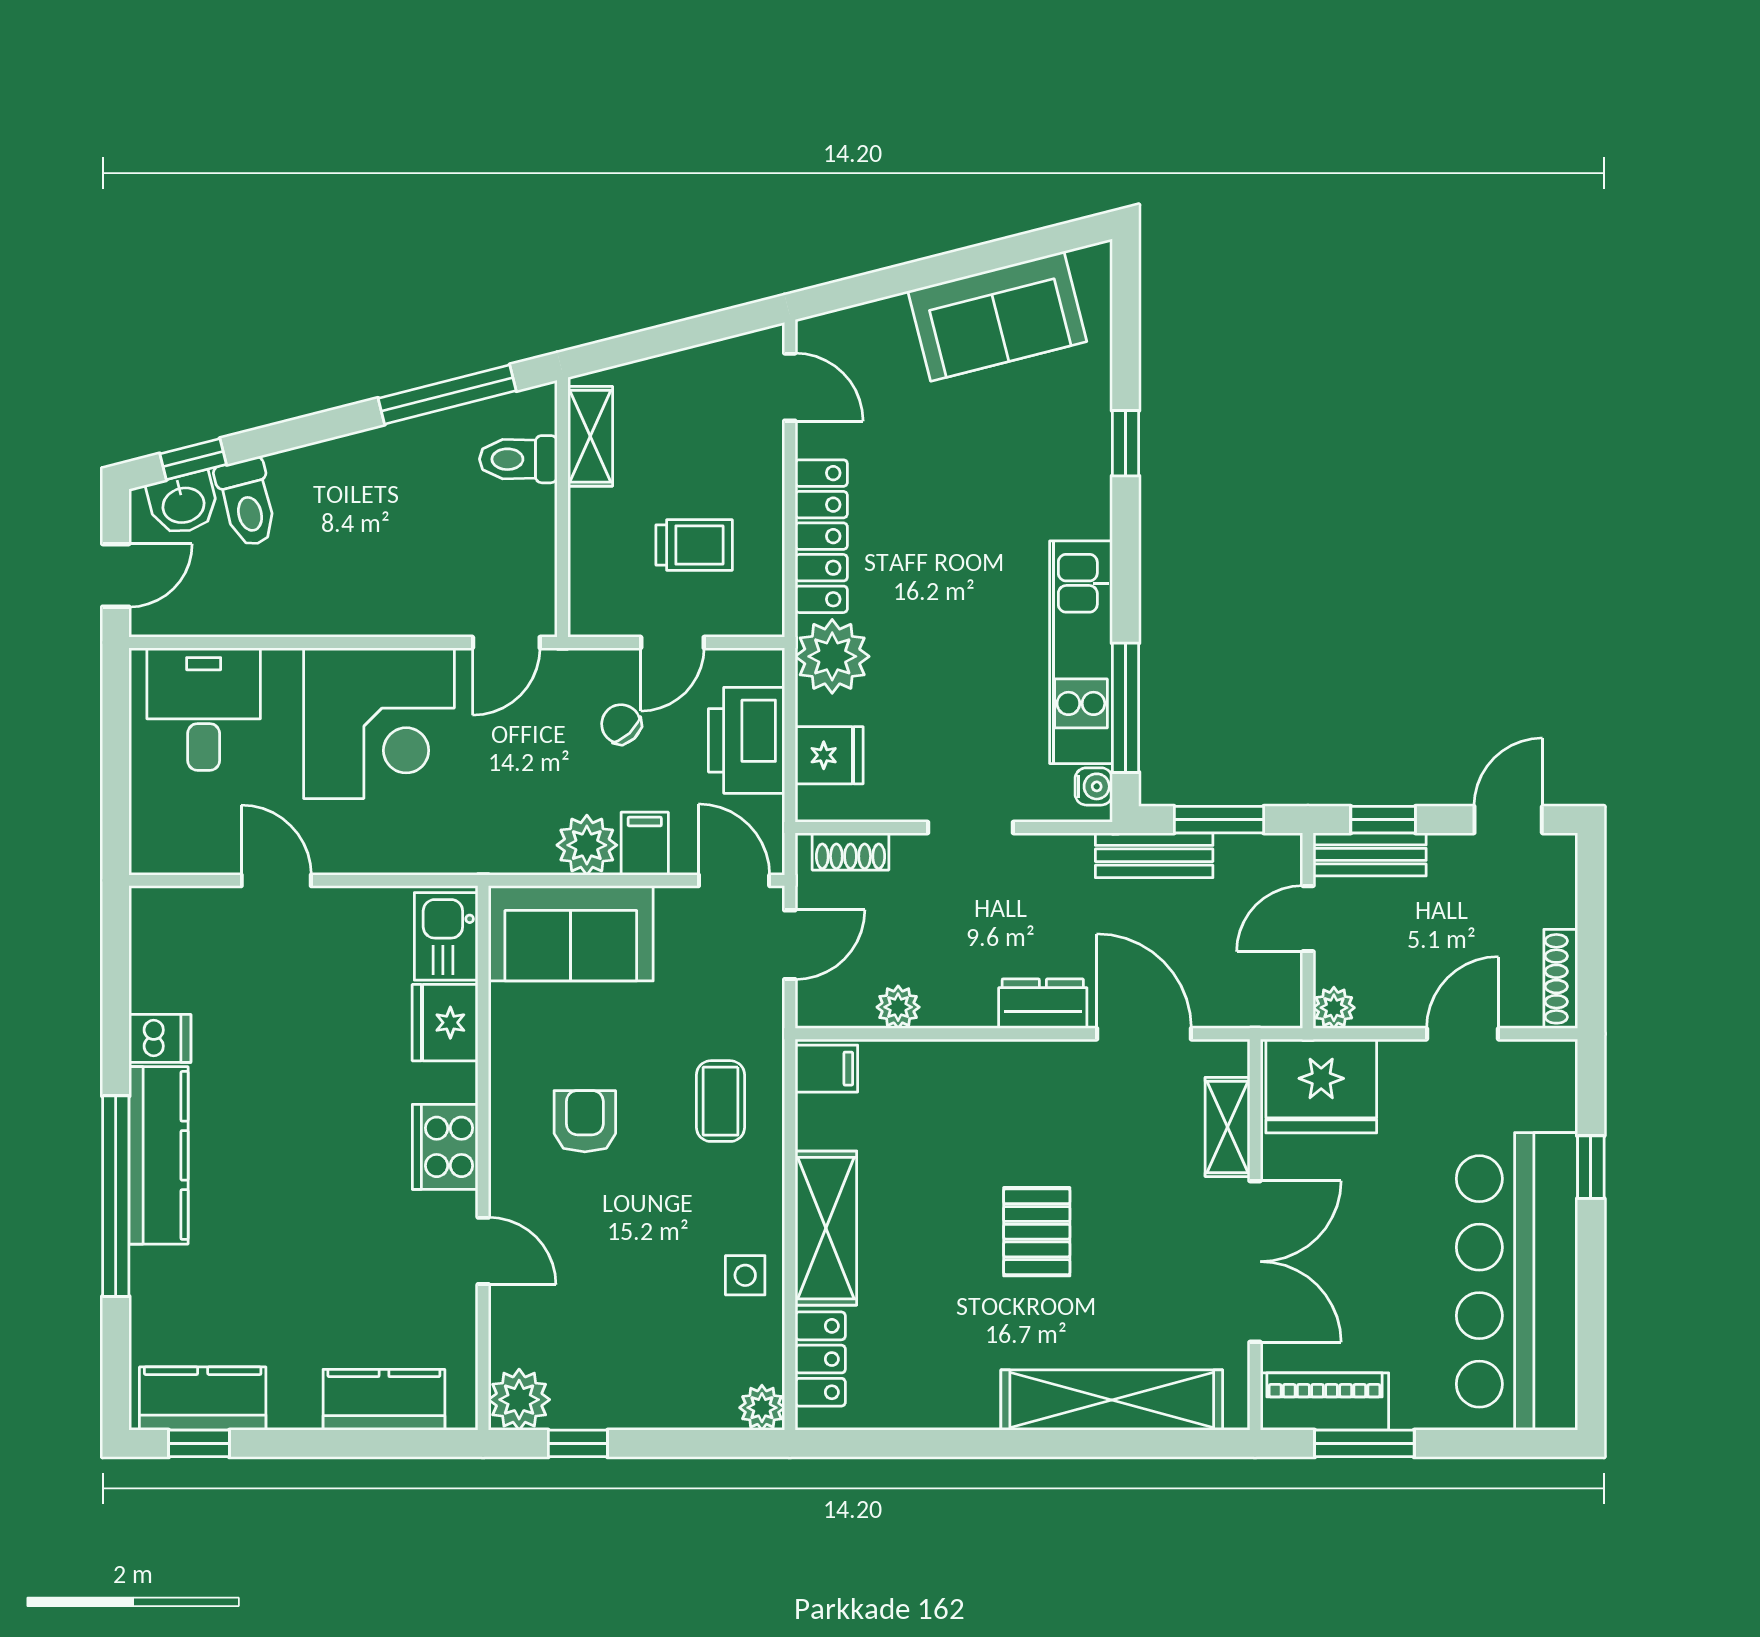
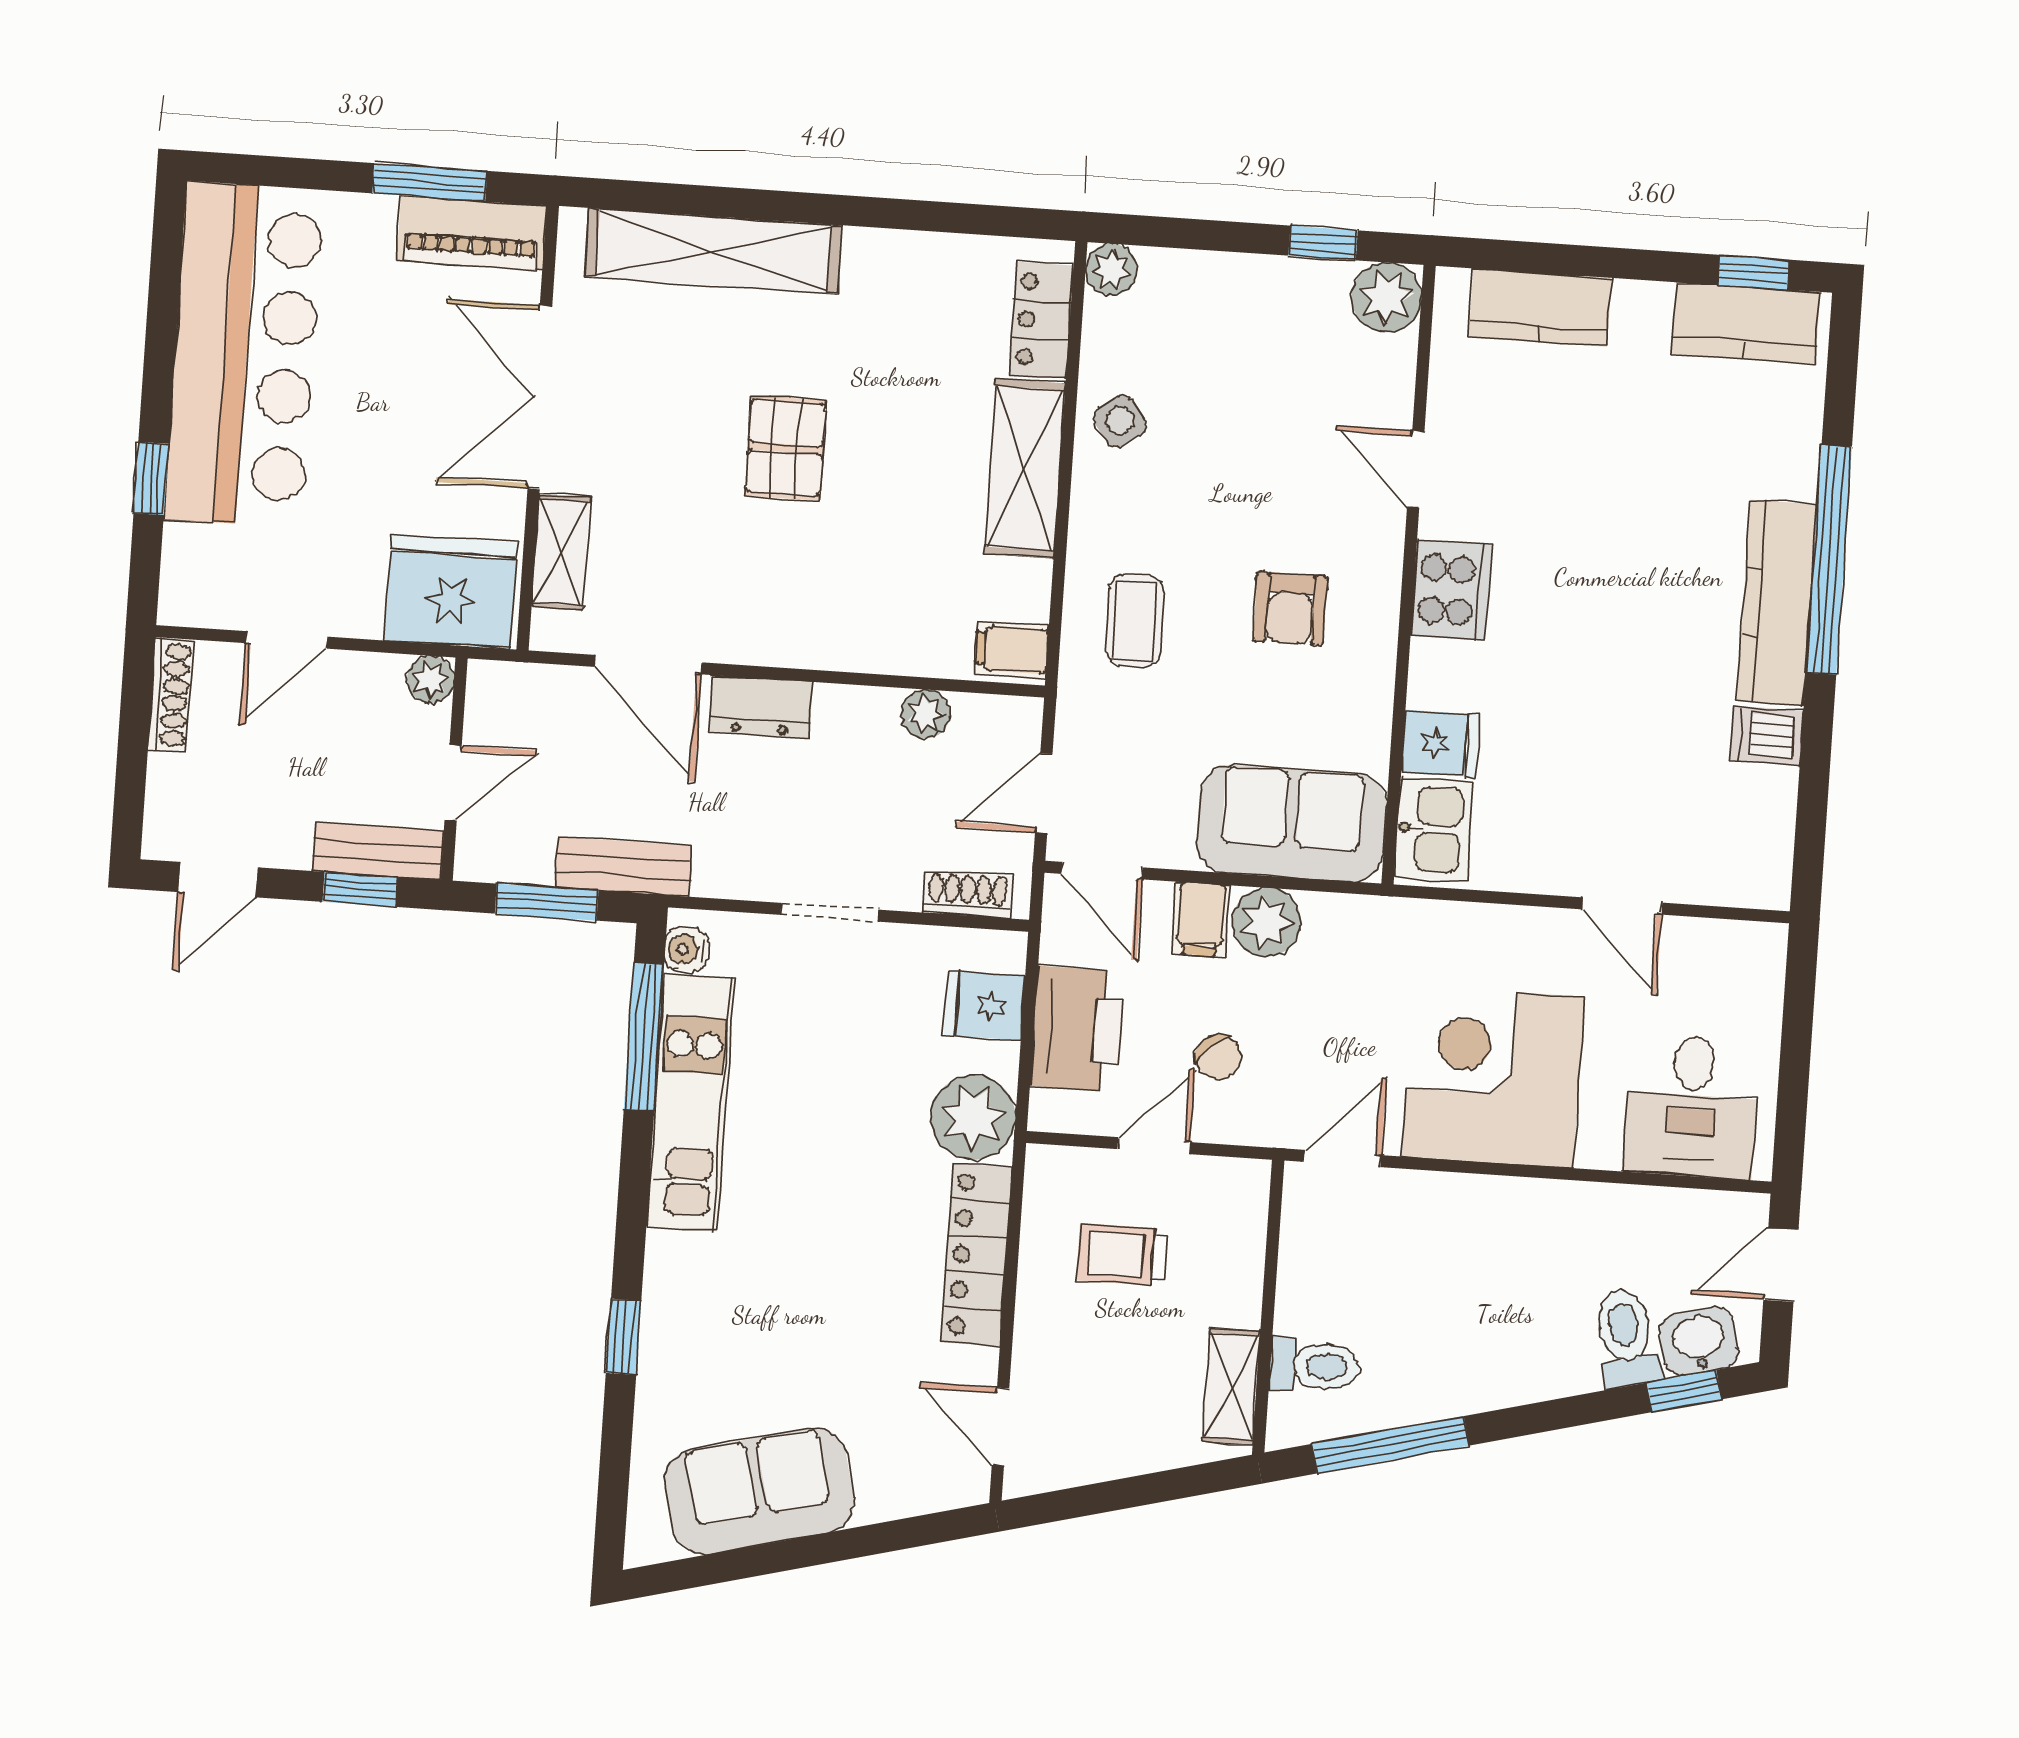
fridge: (445, 1023) -> (1441, 743), width x0.72
side table: (745, 1275) -> (1120, 421), turned -36

